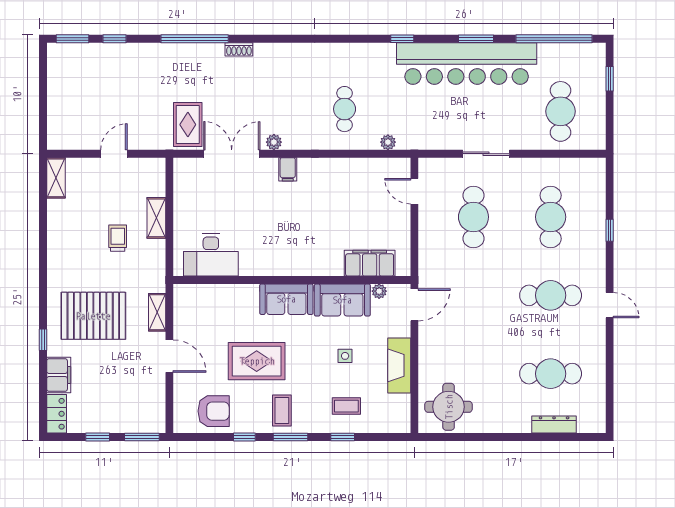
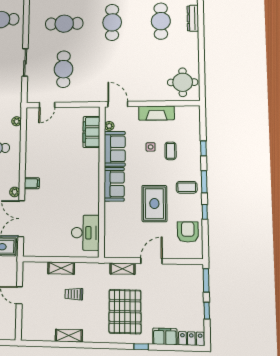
shelving: (56, 178) -> (69, 336), moved
cafe table: (473, 217) -> (63, 69), turned 90
coffee table: (346, 406) -> (171, 151), moved

